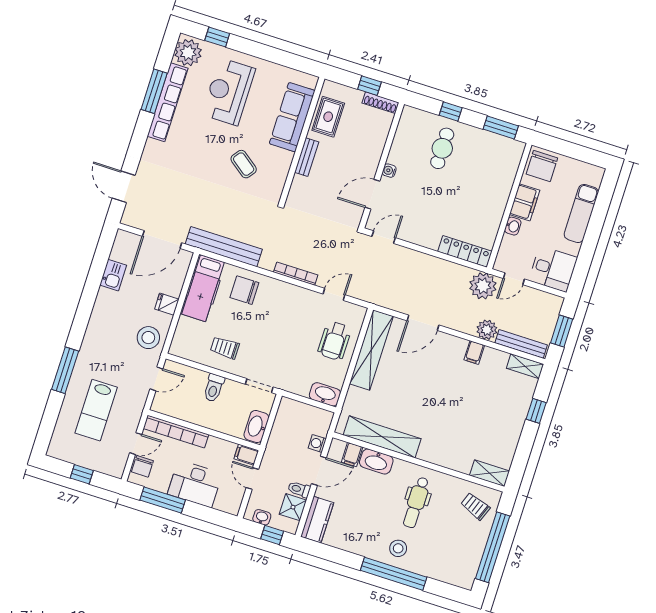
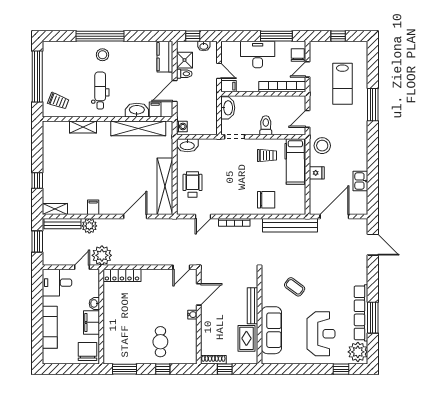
bench: (307, 157) -> (252, 306), width x1.36
hospital bed: (203, 288) -> (295, 161), moved, turned 180
lab bench: (96, 410) -> (342, 84), turned 180
washing machine: (317, 443) -> (182, 126), moved
shelving: (490, 473) -> (83, 127), moved

